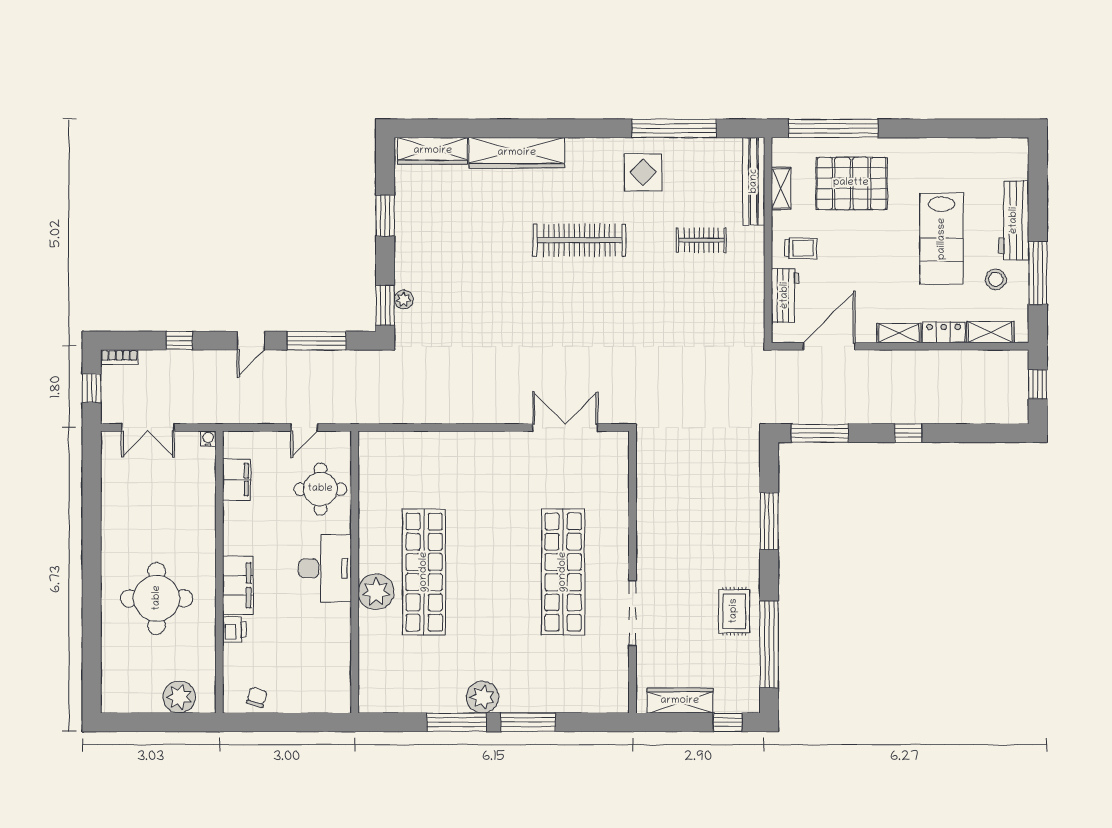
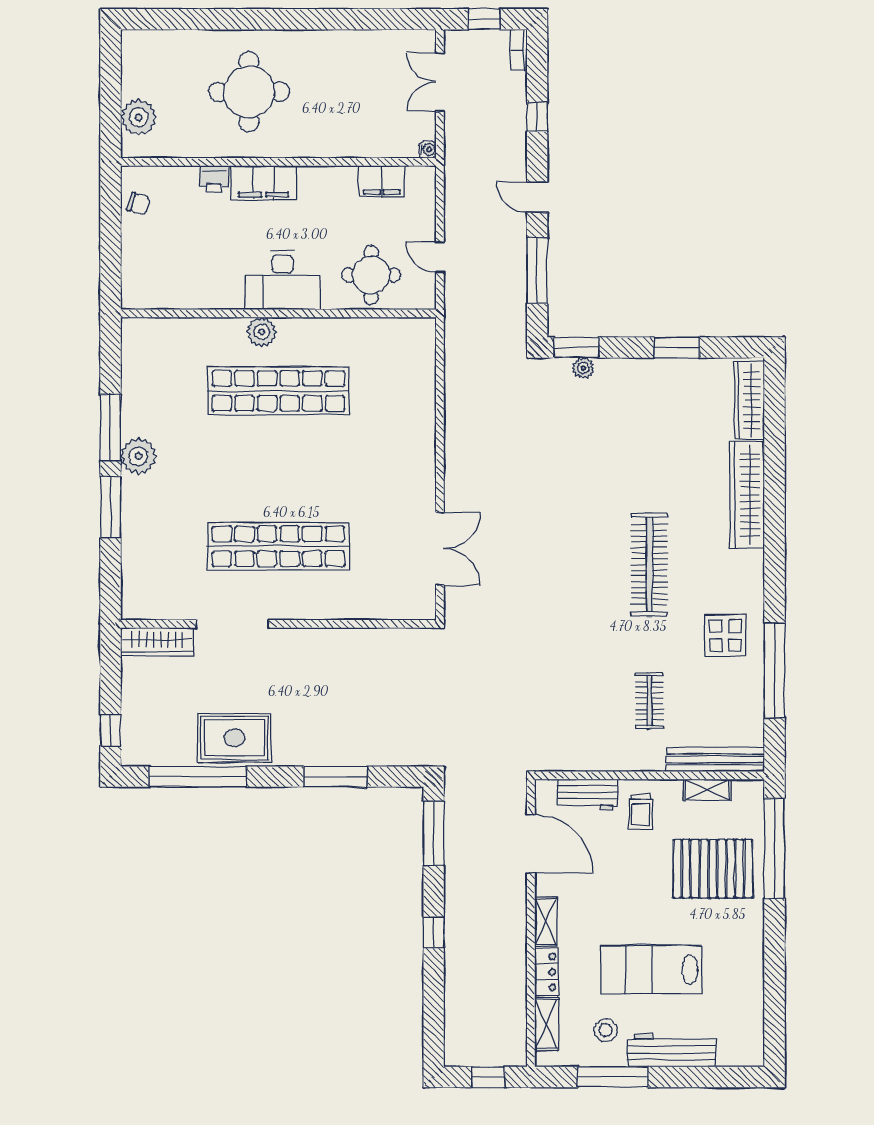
pallet: (851, 183) -> (713, 869), turned 90
plant: (376, 592) -> (262, 332), width x0.73, depth x0.73
rug: (734, 611) -> (235, 738), width x1.36, depth x1.43
wardrobe: (680, 701) -> (157, 642), moved, turned 90

